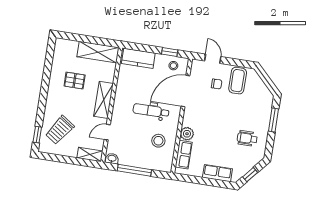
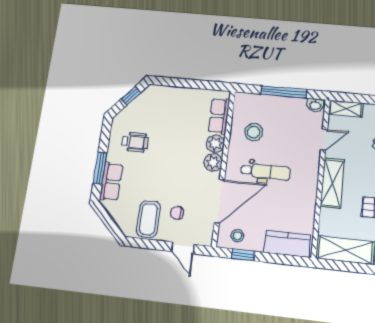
plant: (189, 120) -> (213, 162), added
row of seats: (217, 173) -> (111, 182), moved, turned -90

